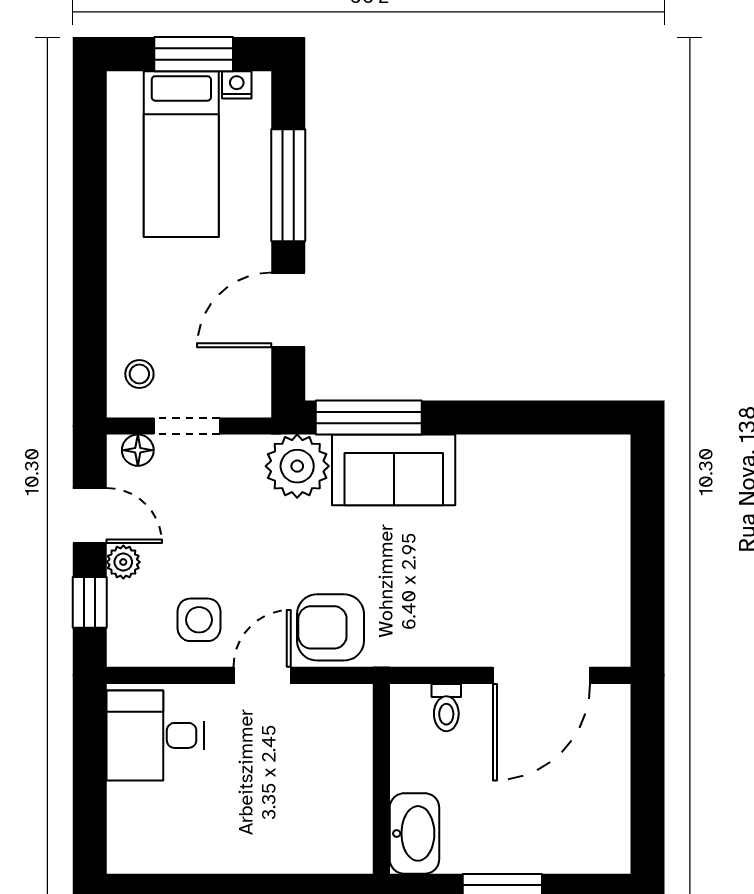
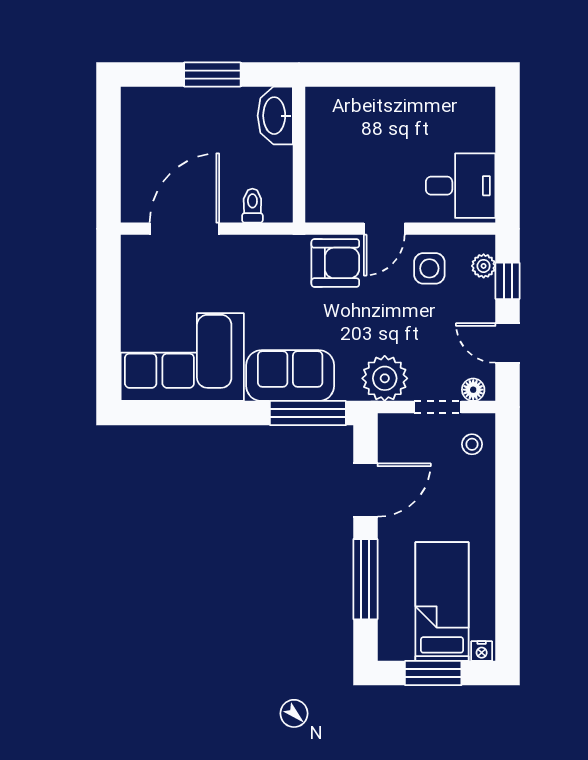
nightstand: (237, 85) -> (482, 651), moved
plant: (297, 466) -> (385, 378), moved
corner sofa: (545, 496) -> (182, 357), added
plant: (123, 562) -> (484, 266), moved

